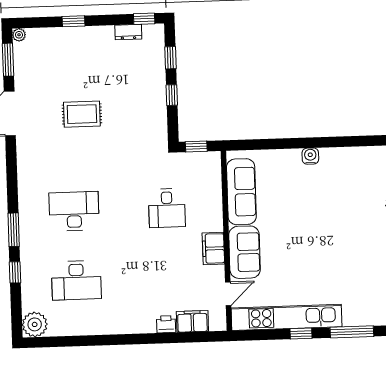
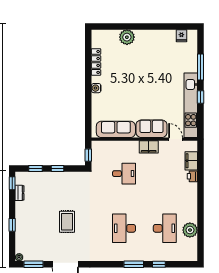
locker: (355, 154) -> (96, 62), added
plant: (35, 324) -> (190, 230), moved

